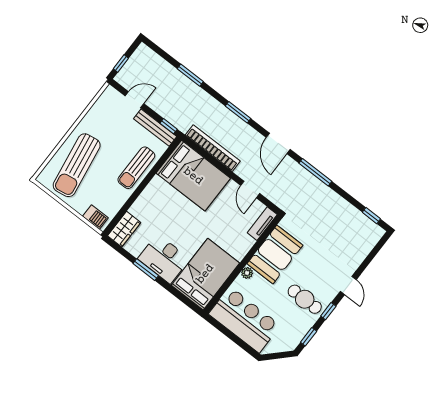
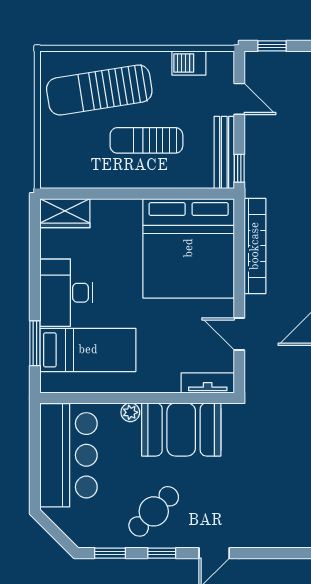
sun lounger: (136, 168) -> (146, 140), moved
bed: (193, 176) -> (189, 248), width x1.36
door: (250, 189) -> (239, 334), hinge flipped
barbecue: (95, 217) -> (189, 63), moved, turned 90
window: (146, 270) -> (35, 343), moved
bed: (205, 274) -> (88, 350), width x0.67
cafe table: (305, 299) -> (154, 511), turned 45

